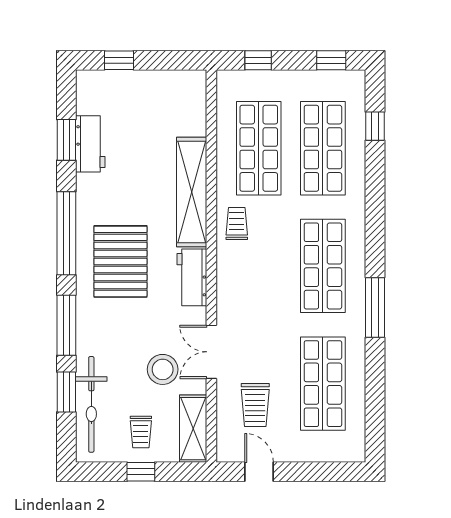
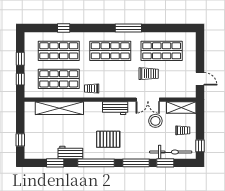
window: (331, 60) -> (20, 59), moved
window: (375, 126) -> (64, 28), moved
workbench: (90, 144) -> (70, 152), moved
shelving: (192, 192) -> (59, 108), moved
pallet: (120, 261) -> (108, 139), width x0.73, depth x0.71
trolley: (255, 405) -> (149, 74), moved
window: (141, 472) -> (200, 146), moved
door: (259, 472) -> (200, 79), swing flipped

